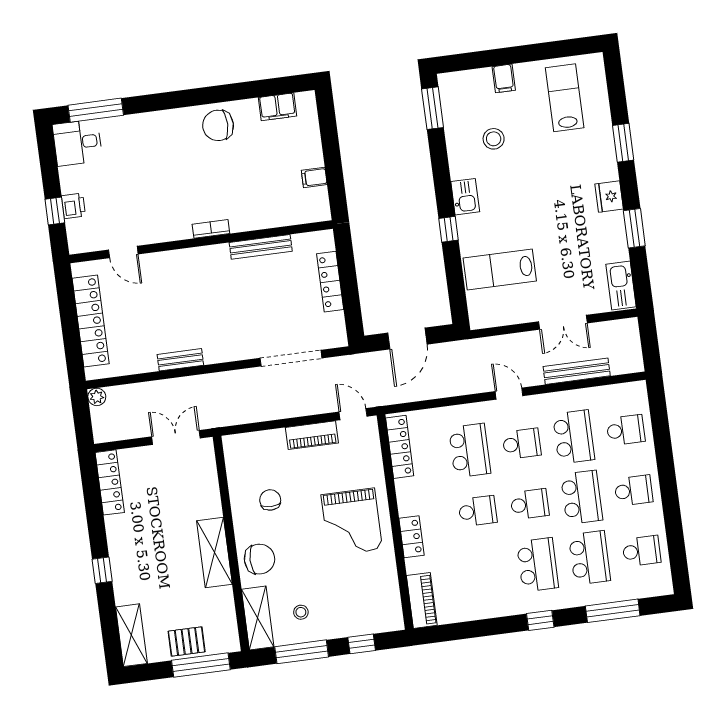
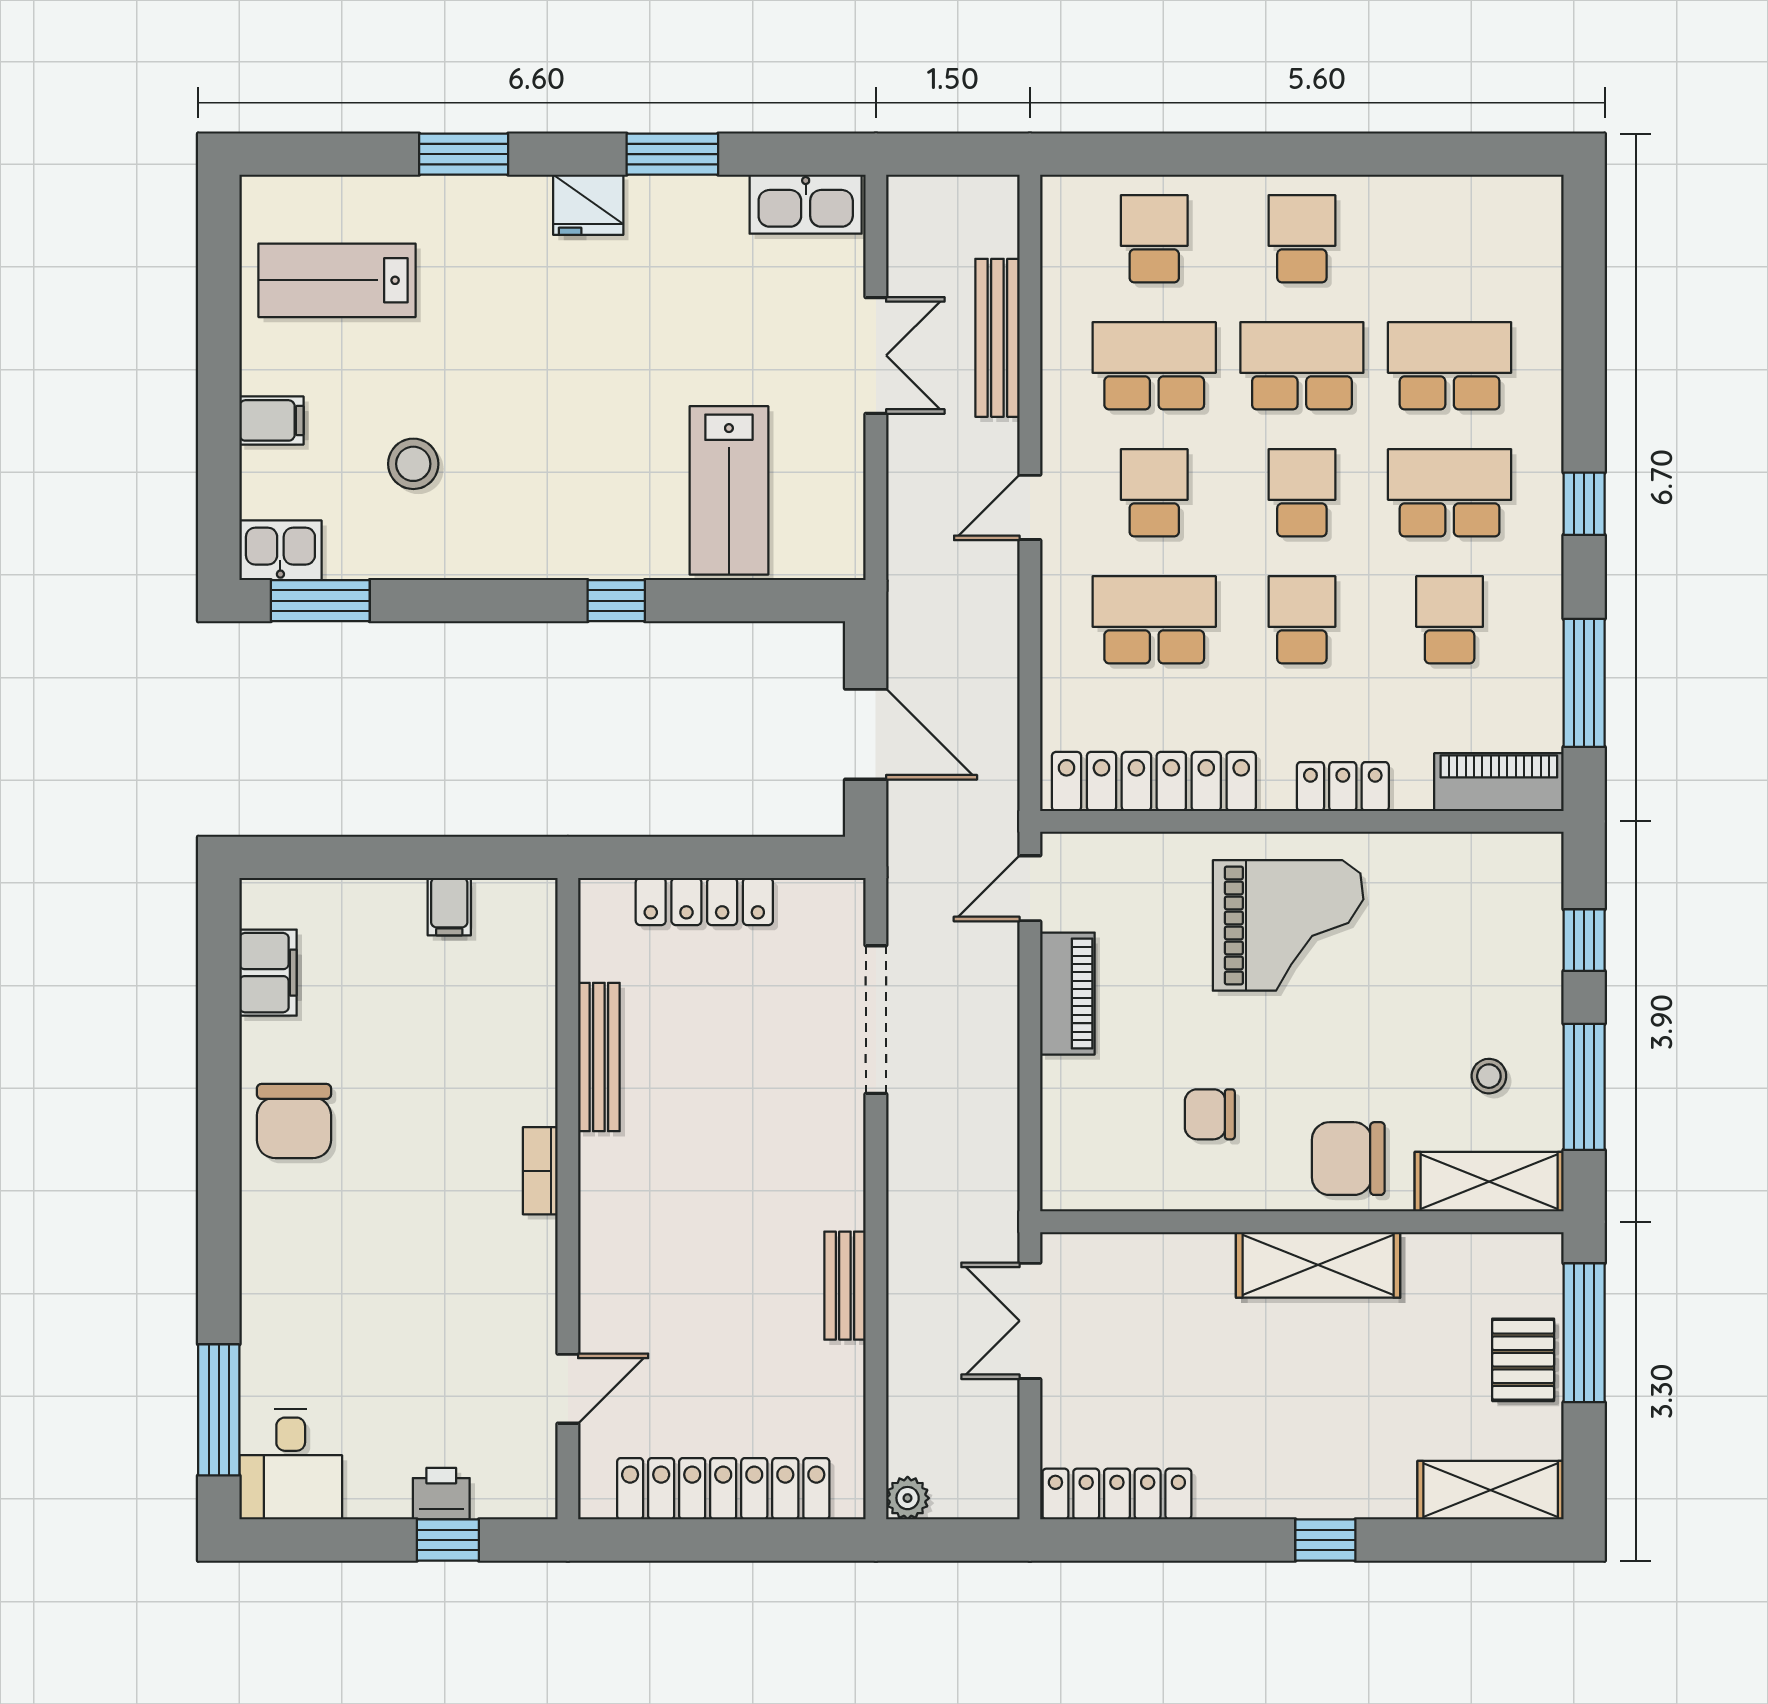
kitchen sink: (465, 197) -> (280, 550), moved
locker: (400, 447) -> (1154, 781), width x1.41, depth x1.21
school desk: (642, 551) -> (1450, 620), moved
chair: (260, 559) -> (1348, 1159), turned -90
window: (613, 611) -> (1584, 683), moved

